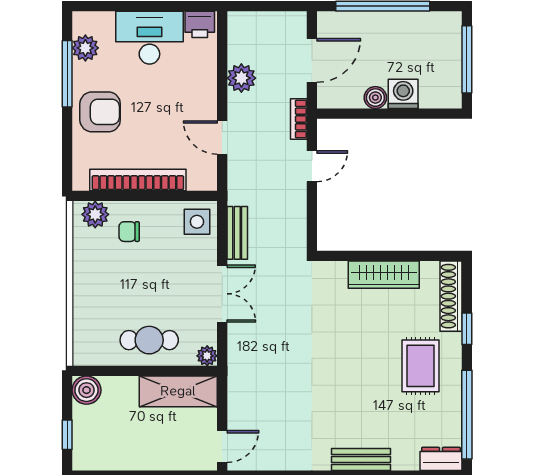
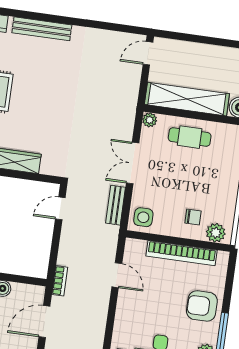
plant: (241, 78) -> (97, 316), removed
door: (312, 166) -> (60, 208), moved
shelving: (178, 391) -> (187, 99), width x1.47
bench: (361, 459) -> (42, 29), width x1.36

